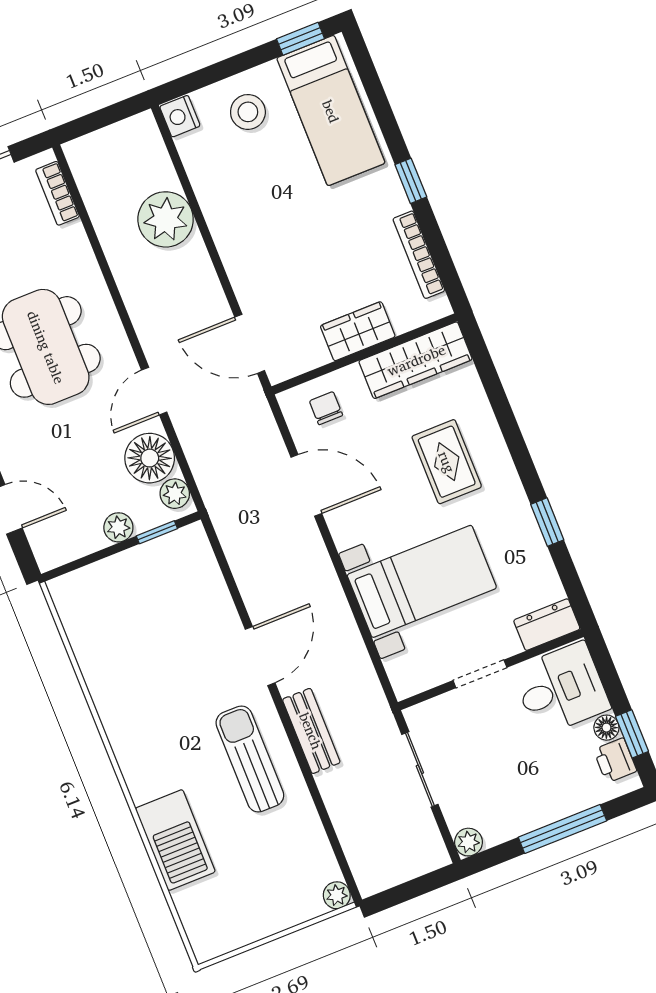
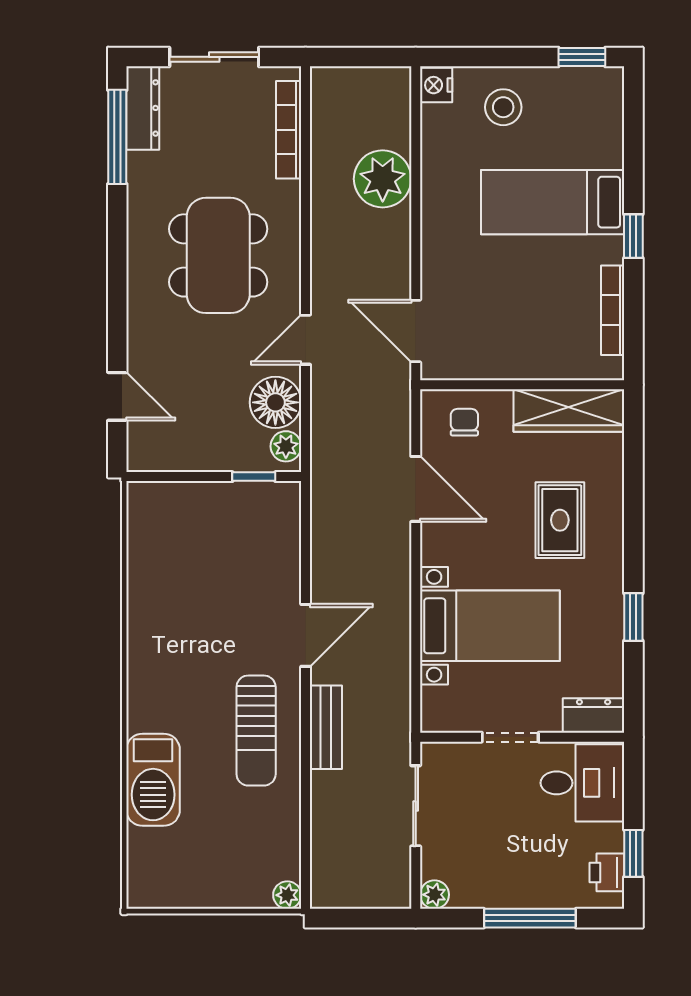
bed: (331, 111) -> (553, 202), moved, turned 90
bookcase: (57, 193) -> (289, 130), width x1.56
wardrobe: (358, 331) -> (525, 360), removed
plant: (118, 527) -> (219, 457), removed
floor lamp: (606, 728) -> (611, 838), removed
sun lounger: (250, 759) -> (256, 731), turned 180

